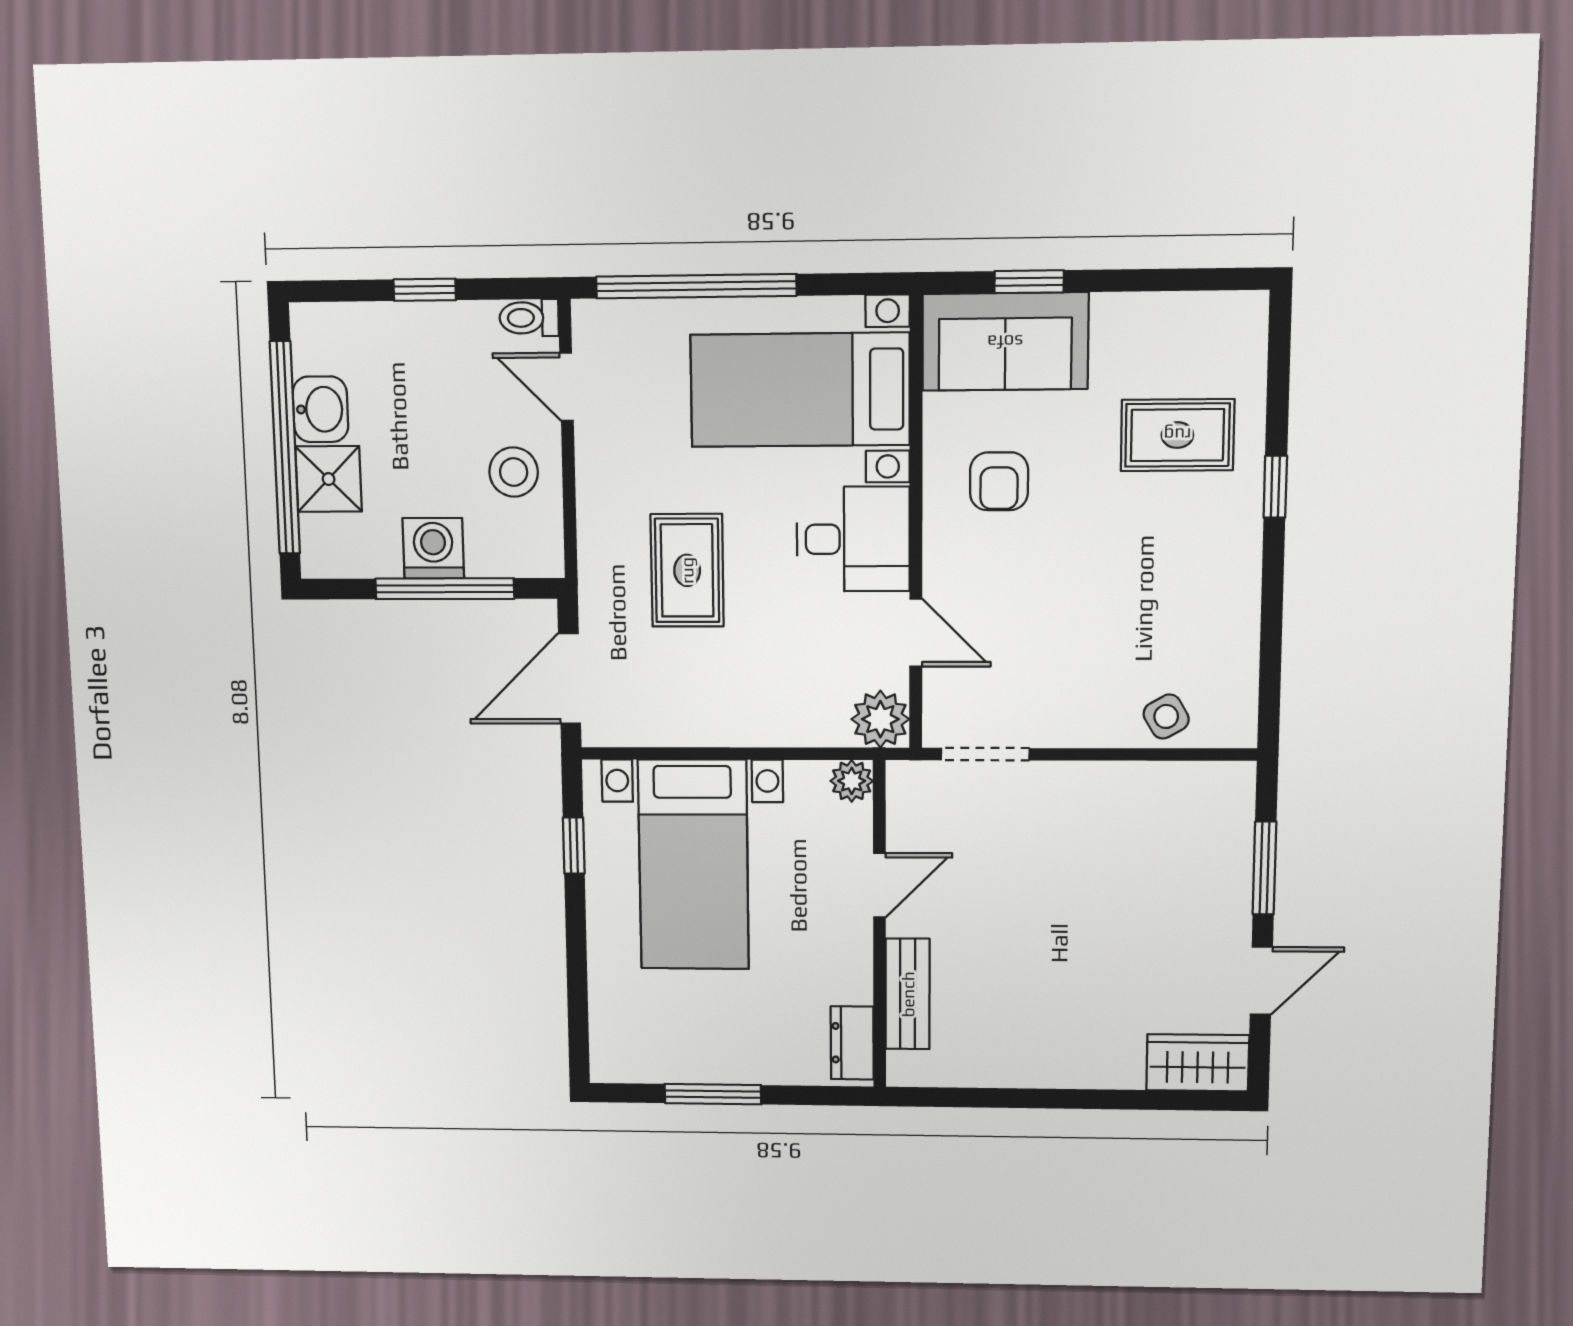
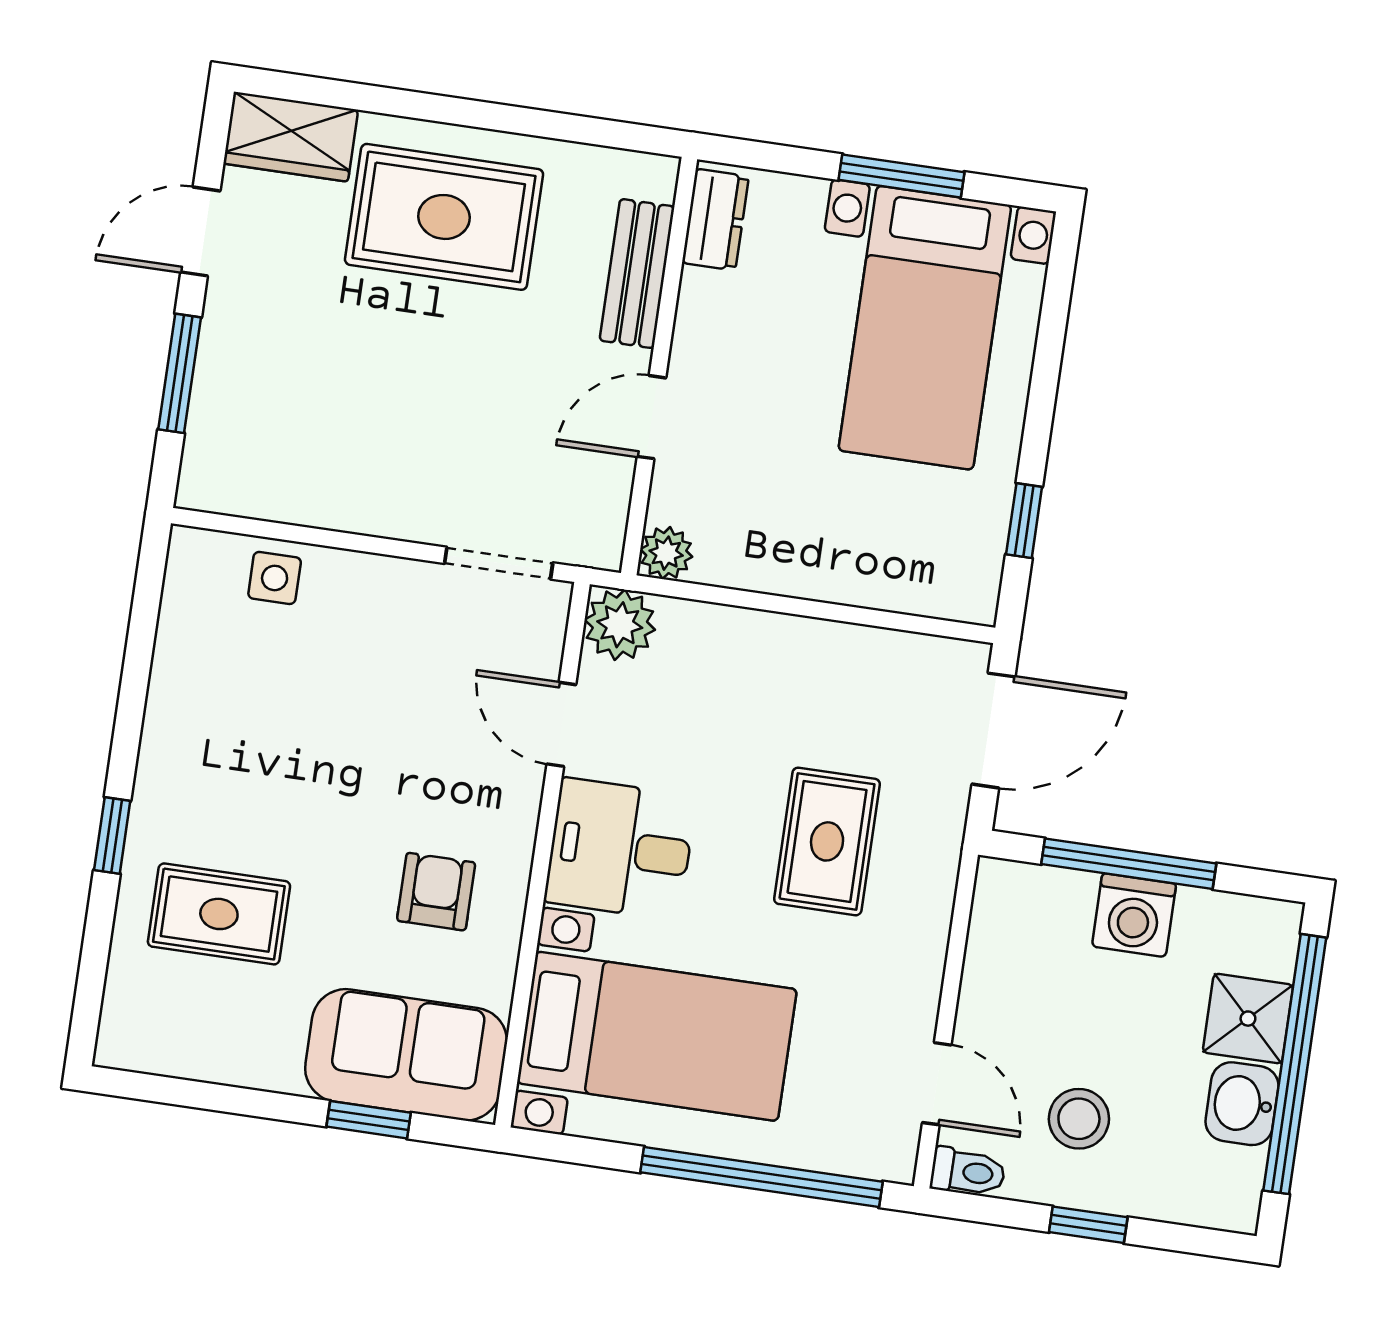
stool: (514, 472) -> (1079, 1119), moved
side table: (1166, 716) -> (275, 578), turned 30
bed with nightstands: (693, 865) -> (925, 328), moved, turned 180
rug: (1067, 1017) -> (444, 217), added

